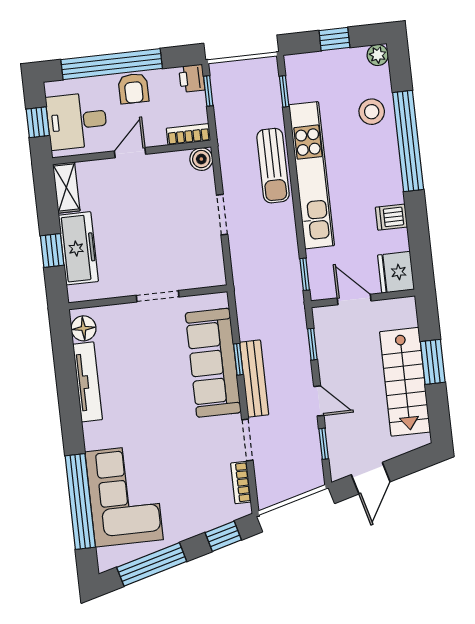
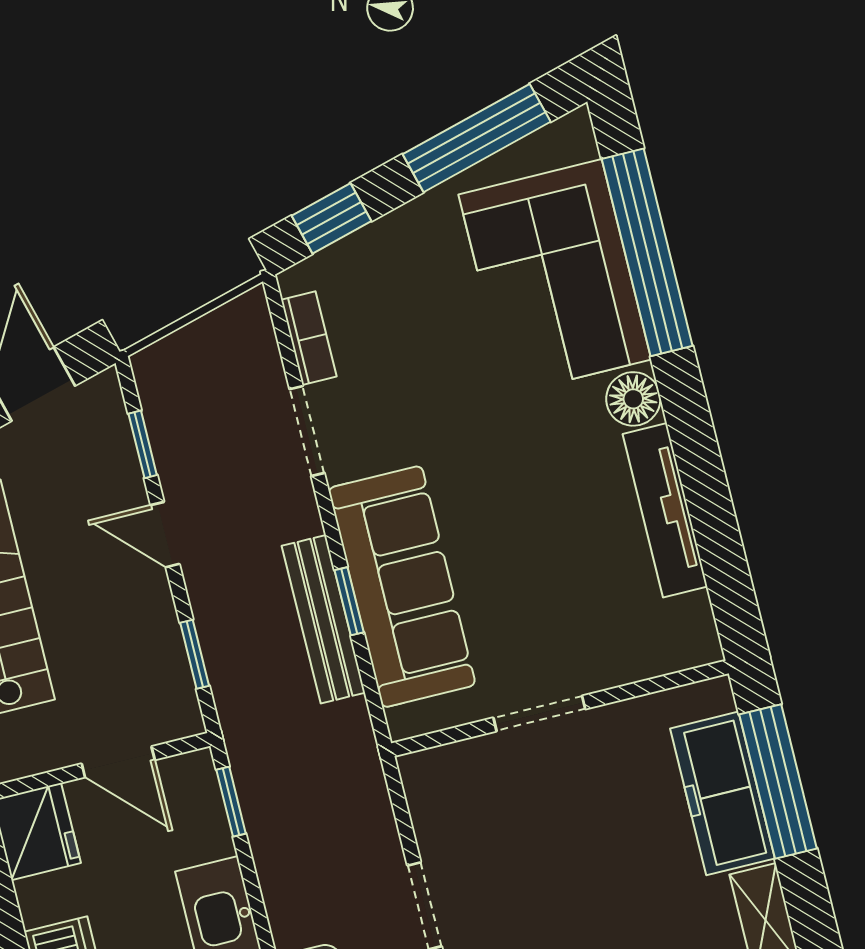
window: (52, 250) -> (778, 782), width x2.17
floor lamp: (84, 328) -> (633, 399), moved
bench: (254, 378) -> (323, 619), moved

